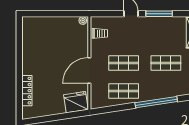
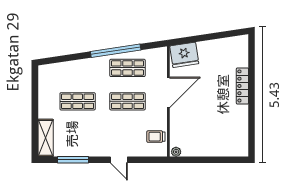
window: (159, 14) -> (73, 160), moved
locker: (27, 91) -> (242, 86), moved
window: (156, 102) -> (116, 51), moved

